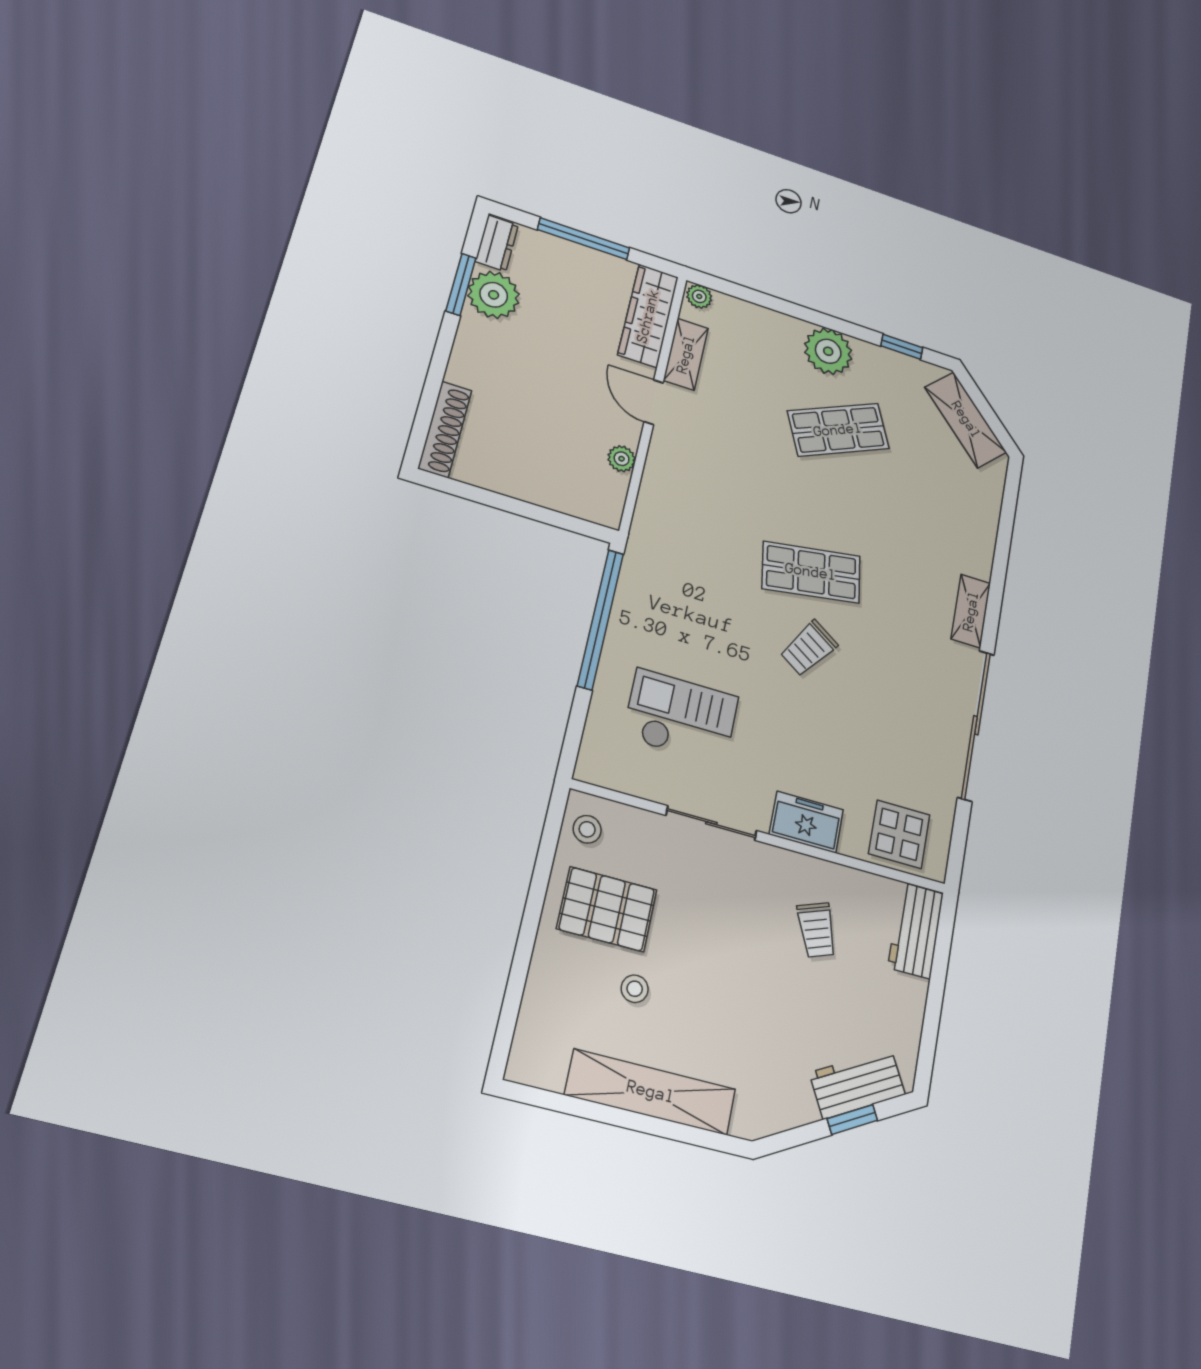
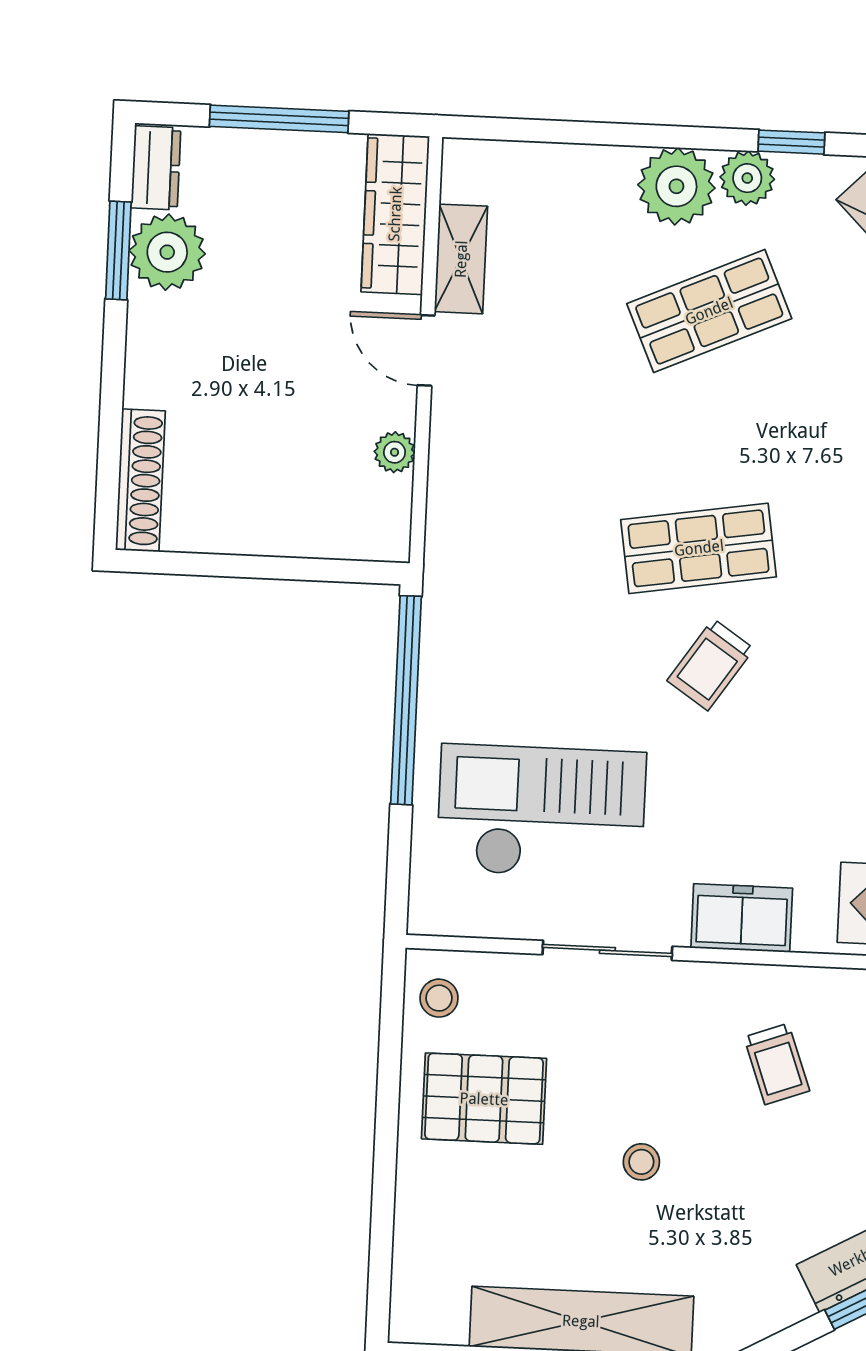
plant: (699, 296) -> (747, 178), moved, width x1.38, depth x1.38
checkout: (681, 717) -> (541, 812), width x1.36, depth x1.21
stool: (635, 989) -> (641, 1162), moved

